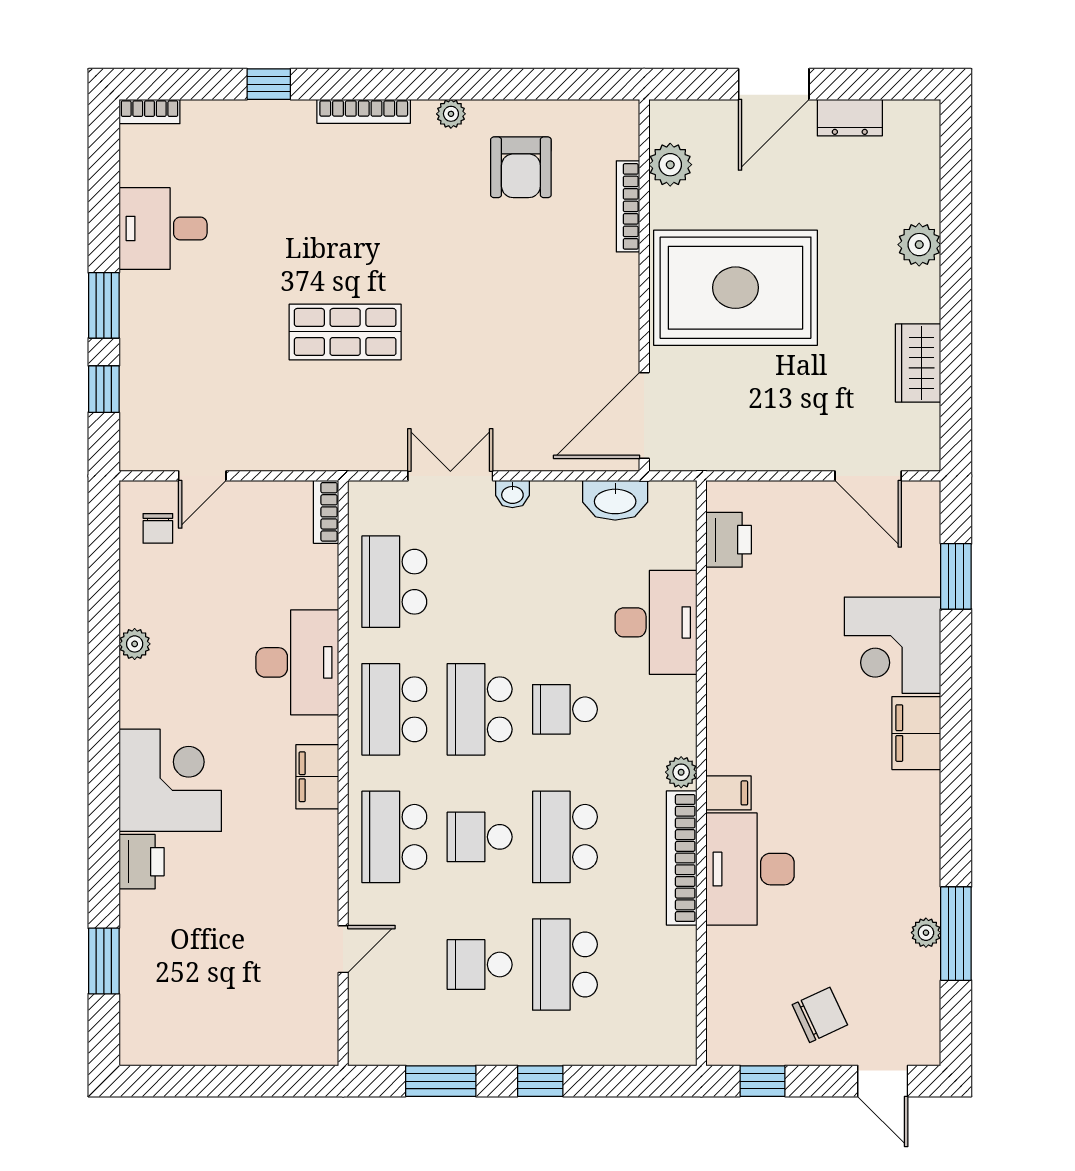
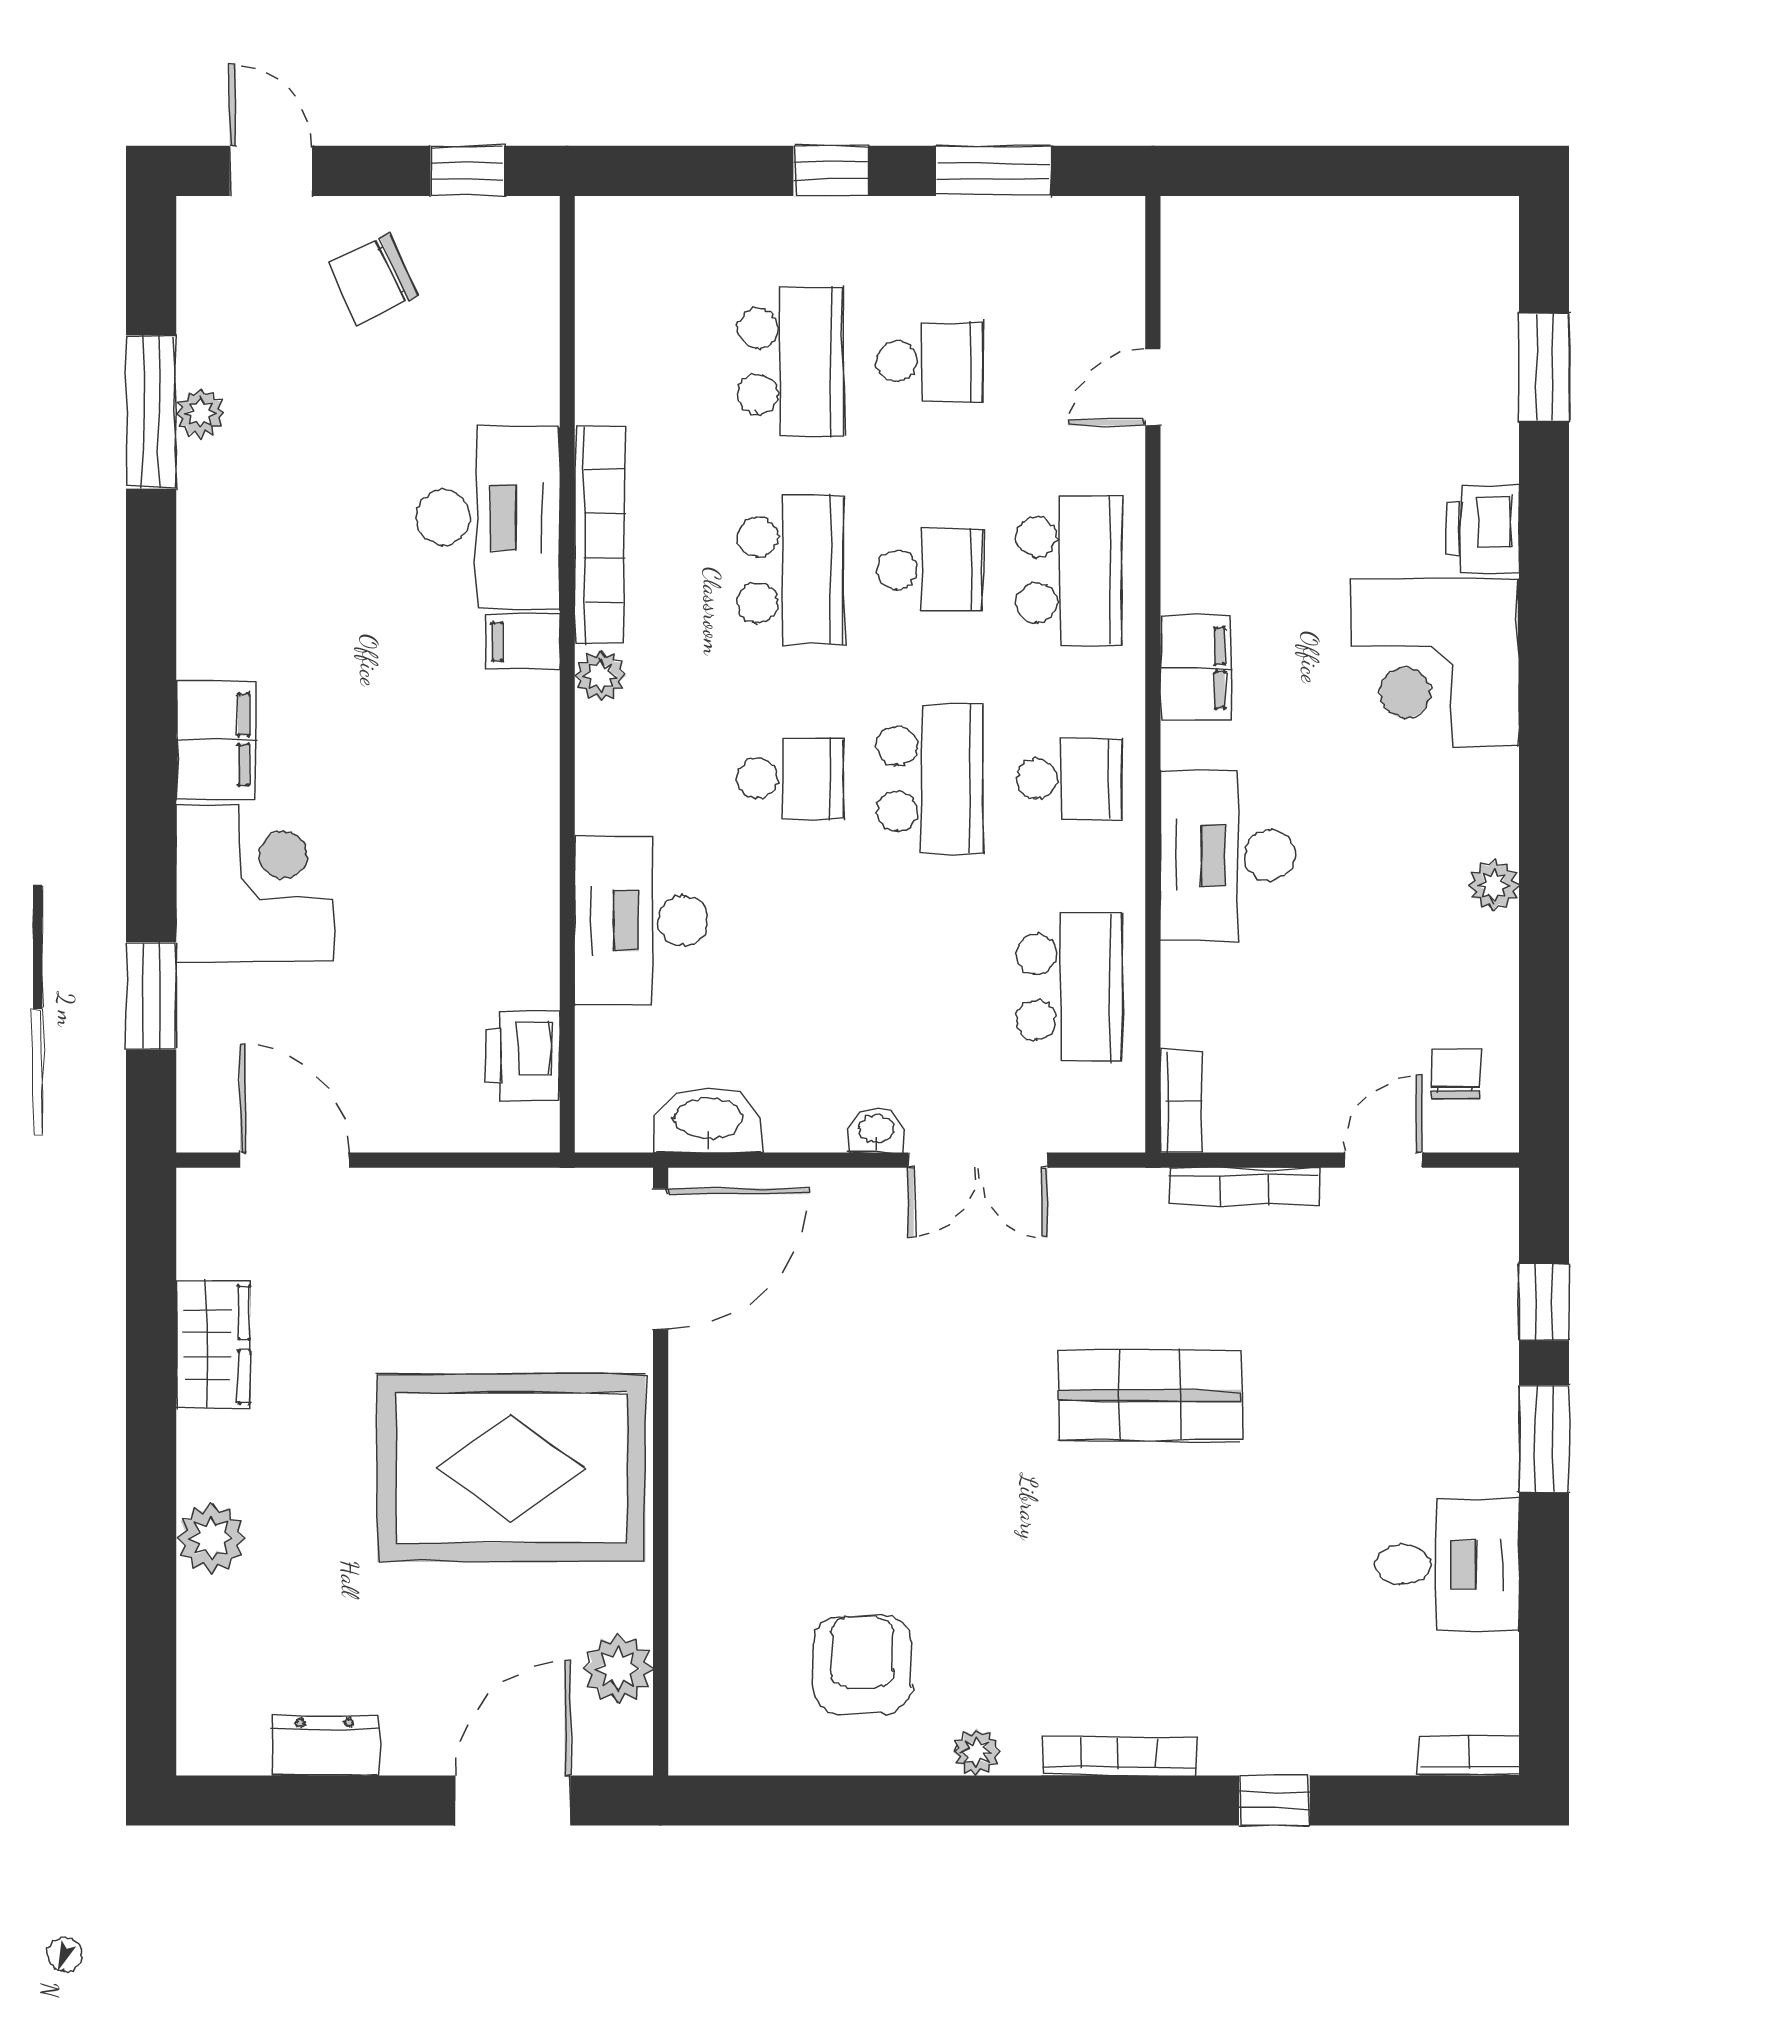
door: (774, 84) -> (512, 1801), moved
bookcase: (628, 206) -> (1244, 1187), moved, turned 90
school desk: (394, 709) -> (1069, 779), width x0.54

